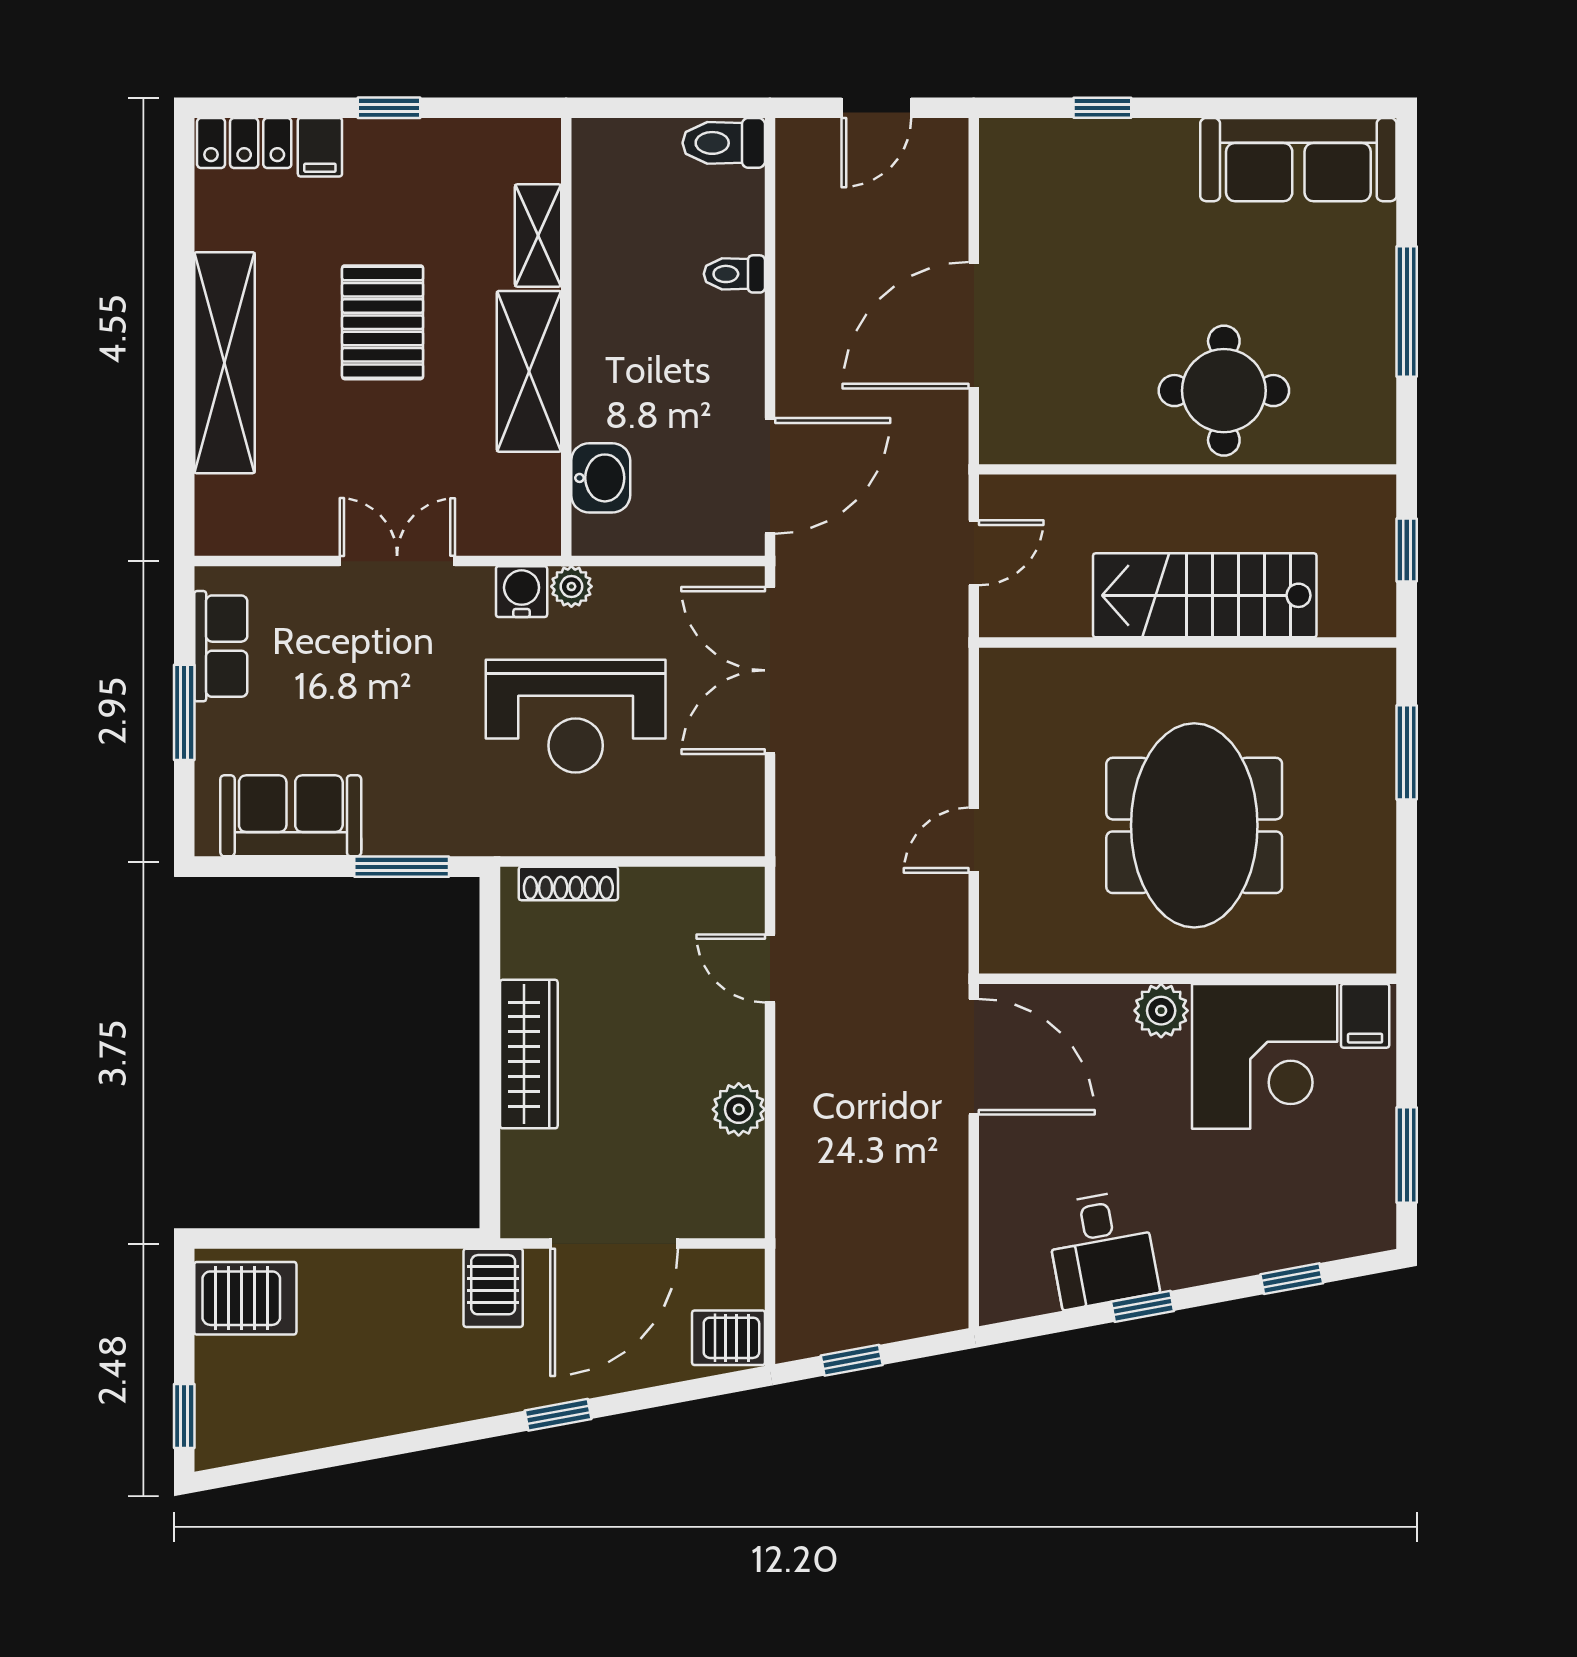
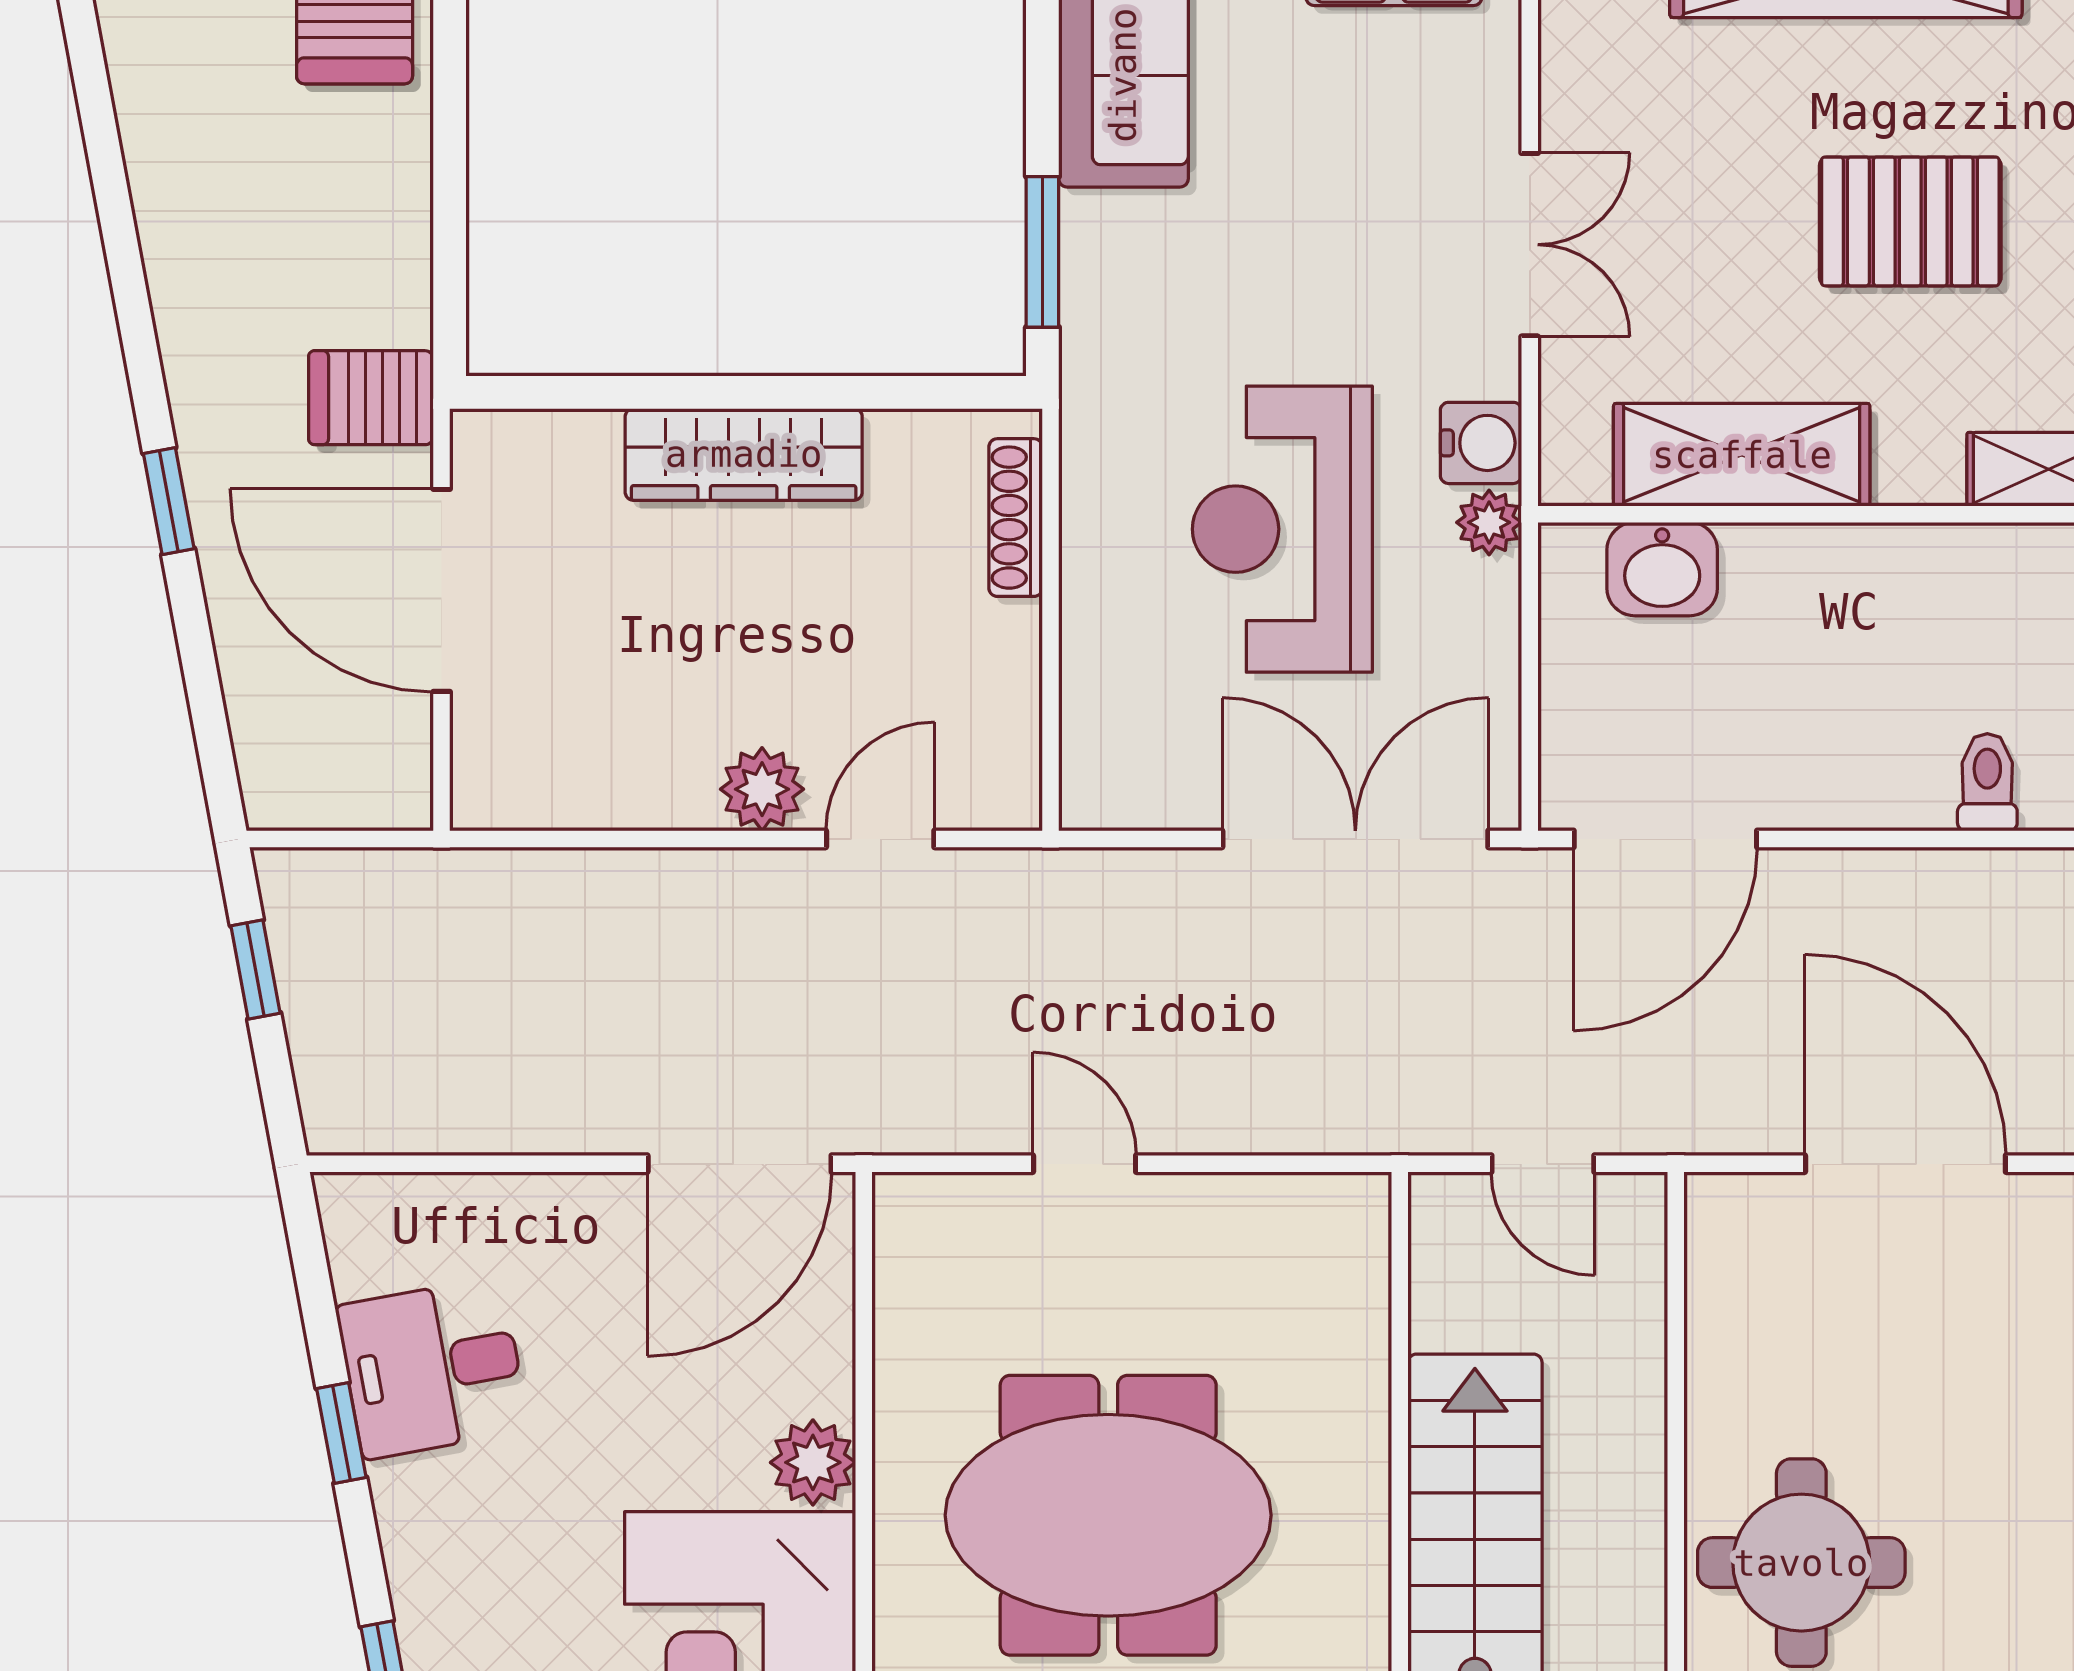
shelving: (529, 371) -> (1742, 455), moved
door: (770, 476) -> (1665, 839), hinge flipped
plant: (739, 1109) -> (762, 789), moved
server rack: (729, 1338) -> (291, 773), removed

